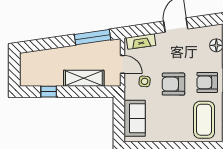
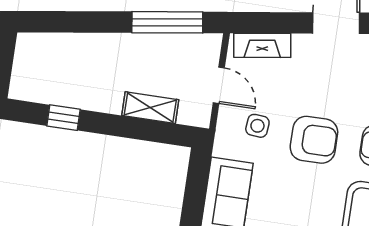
shelving: (84, 78) -> (150, 108), width x0.67, depth x0.75
armchair: (173, 84) -> (314, 140), turned 180

